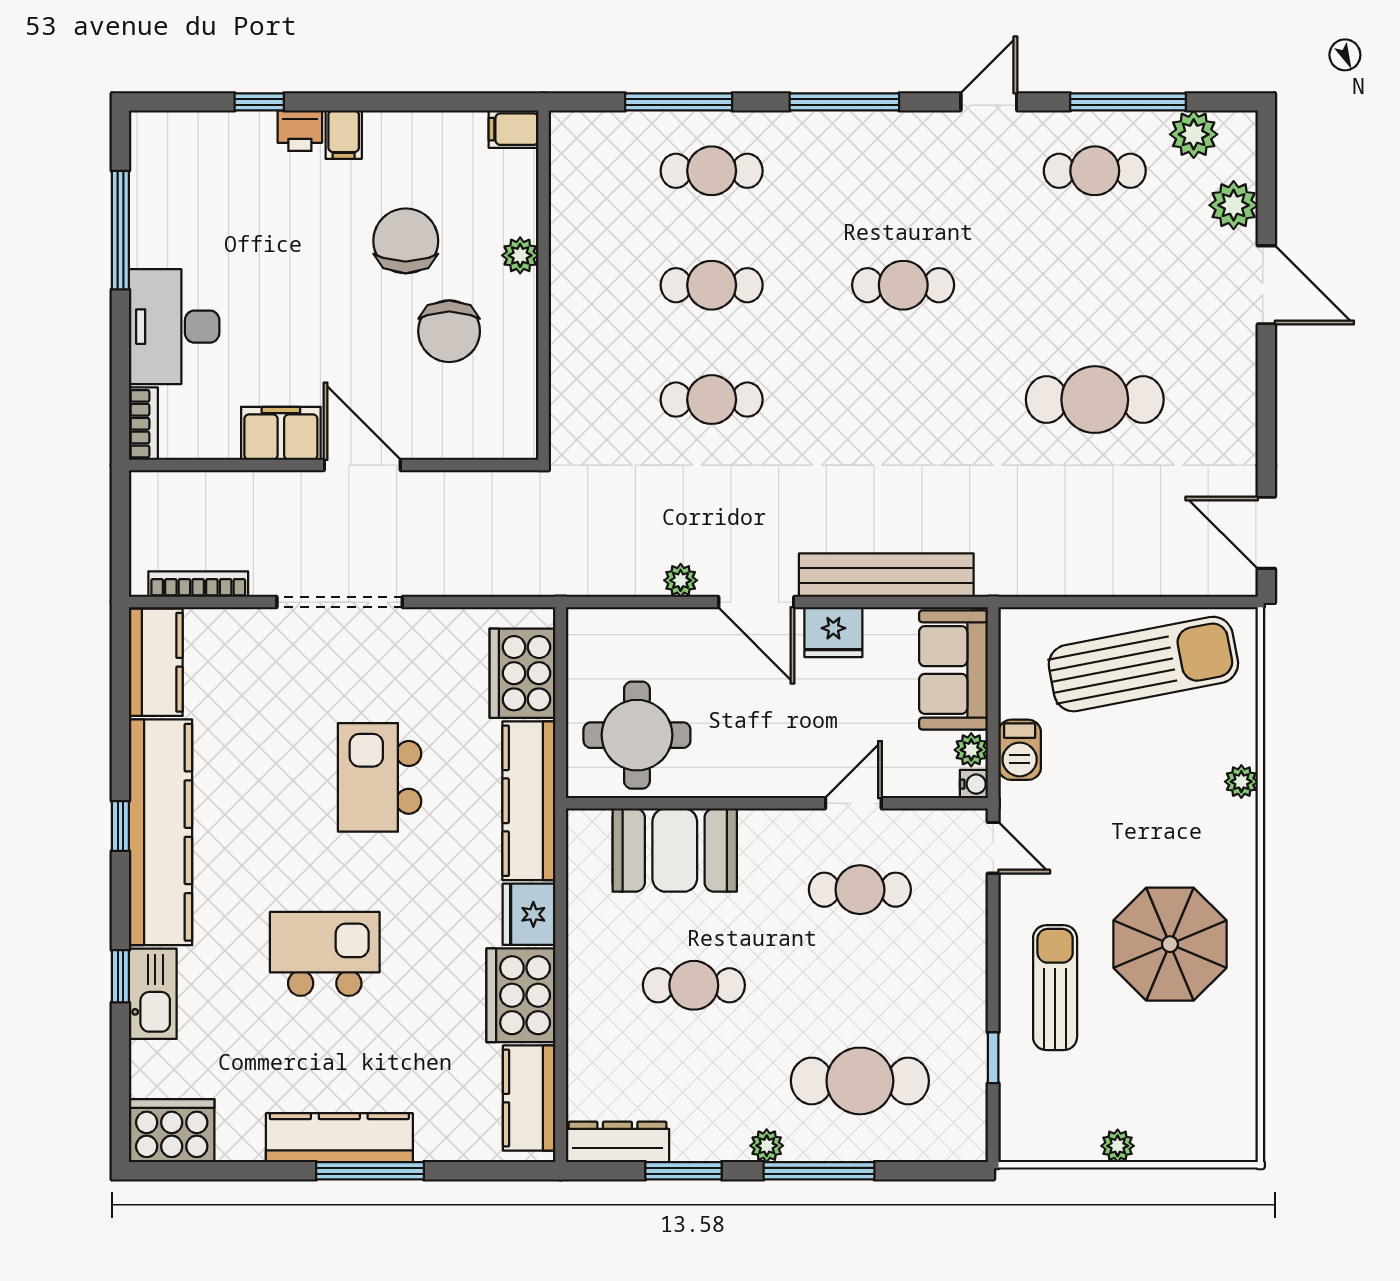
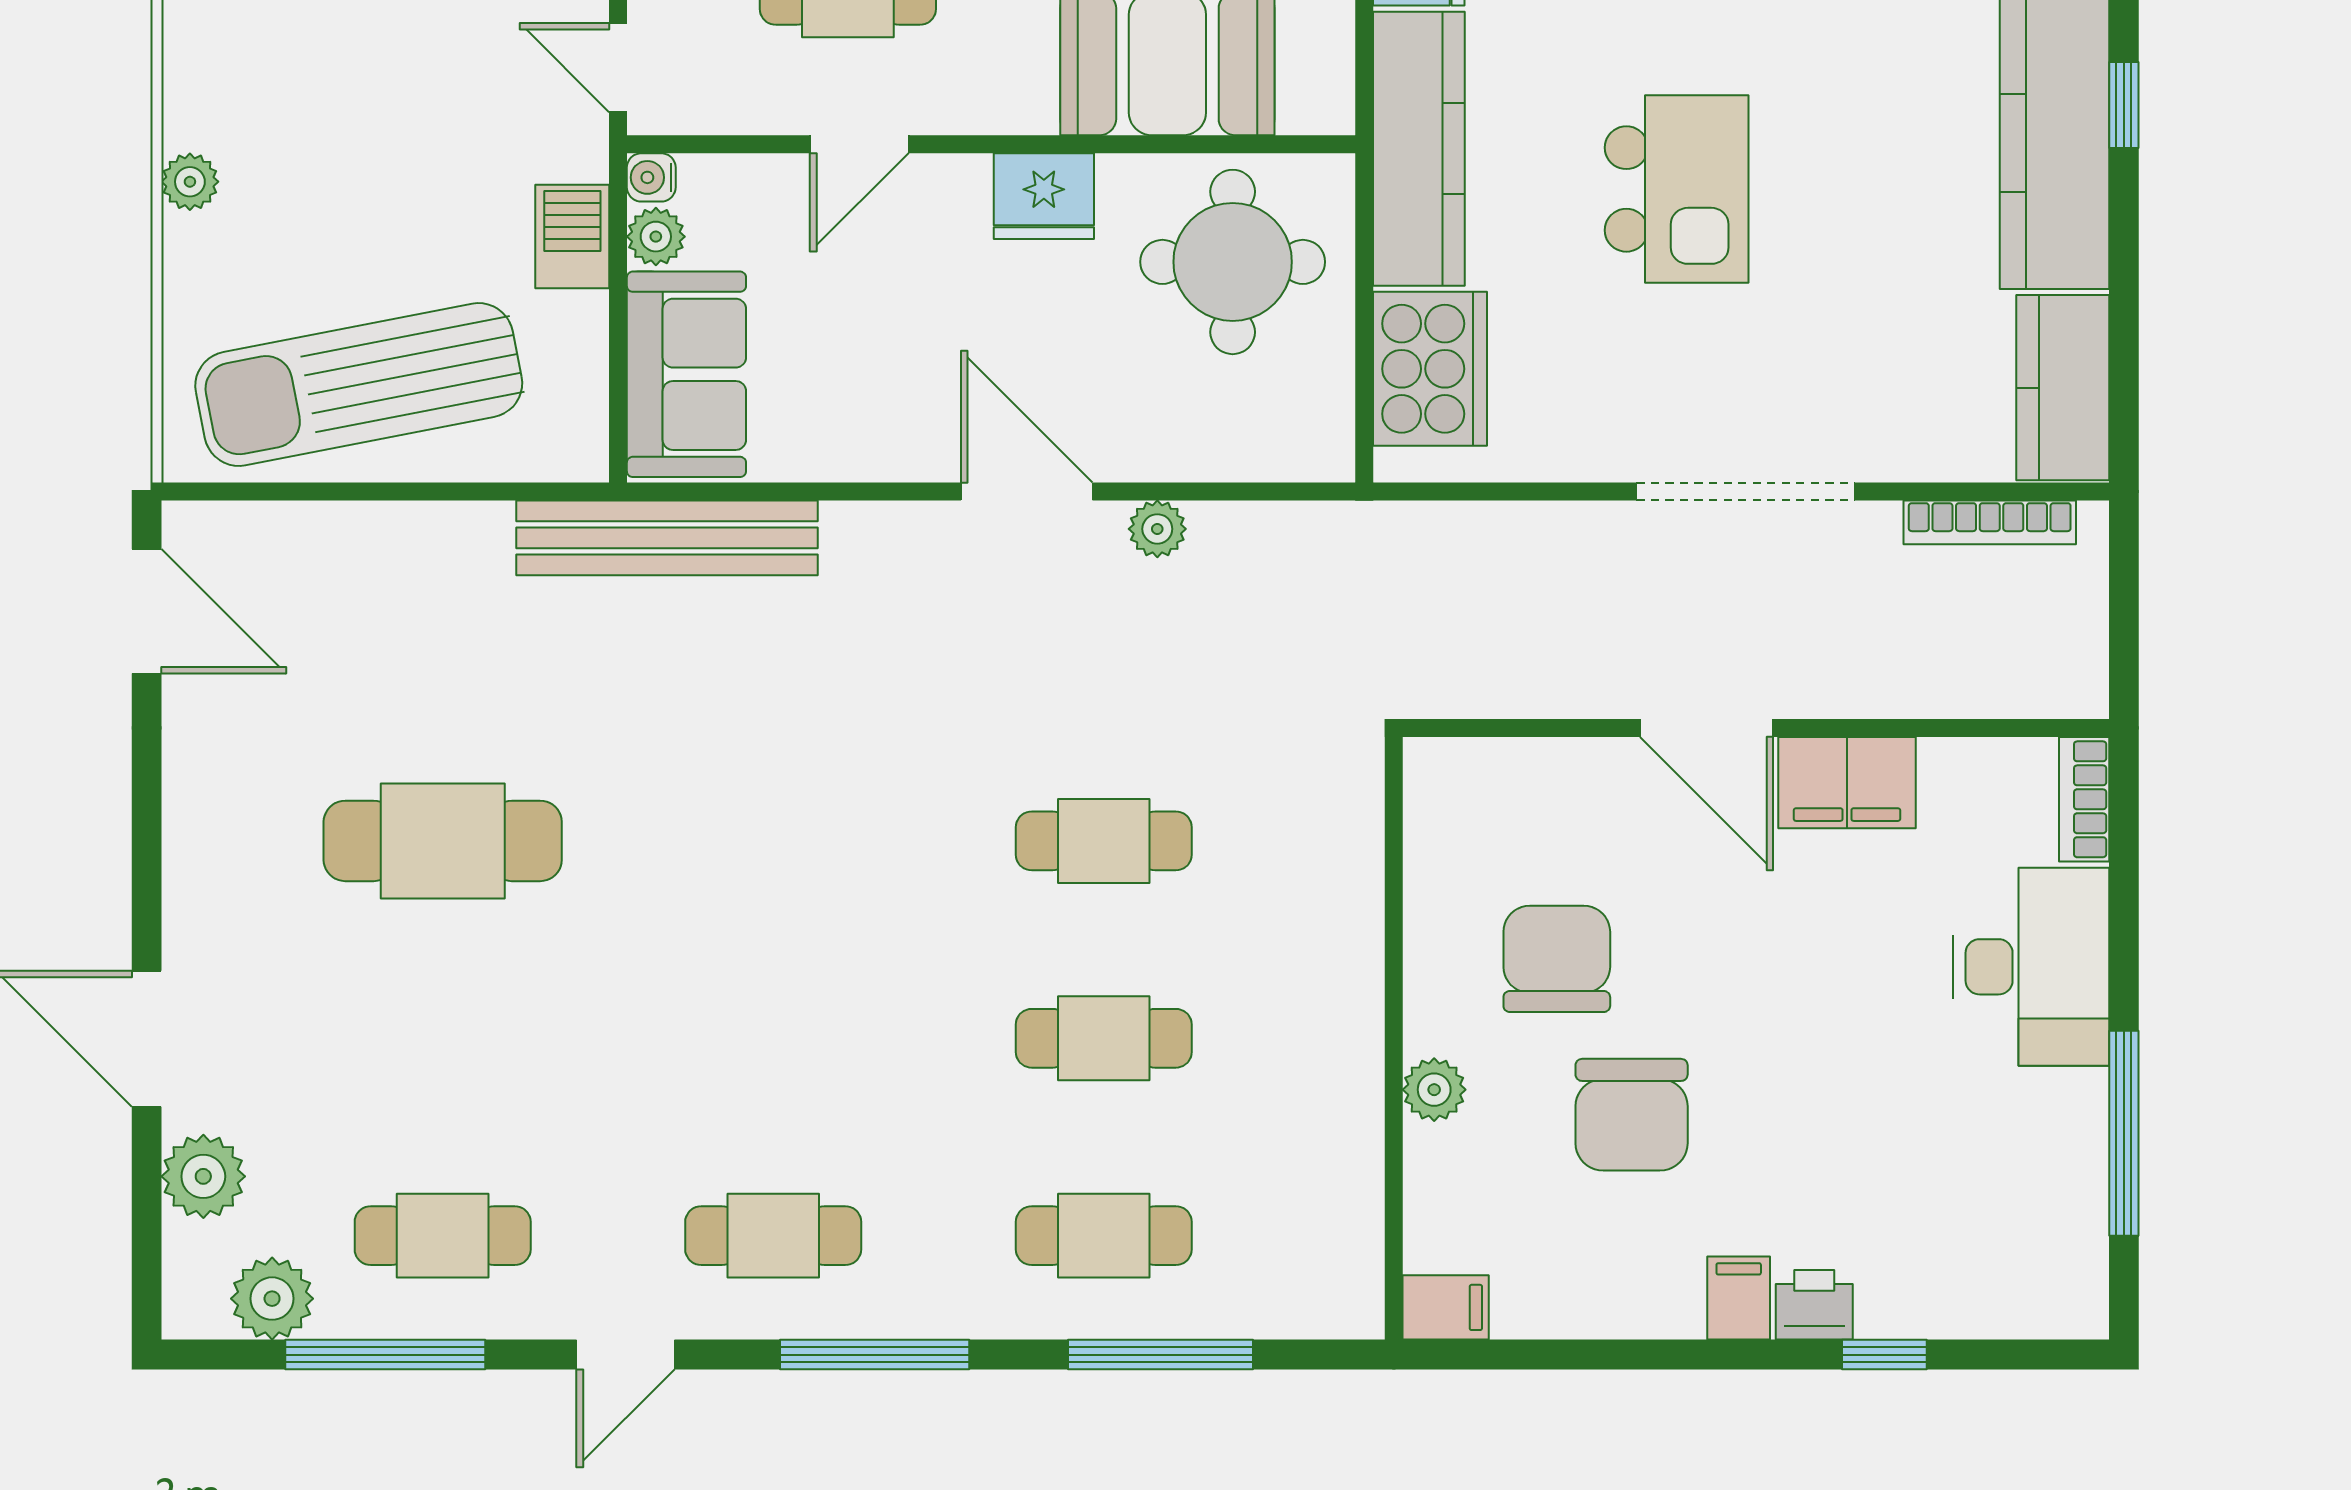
cafe table: (903, 285) -> (773, 1236), moved
bench: (886, 575) -> (667, 538), moved
fridge: (833, 632) -> (1044, 196), moved, turned 180

